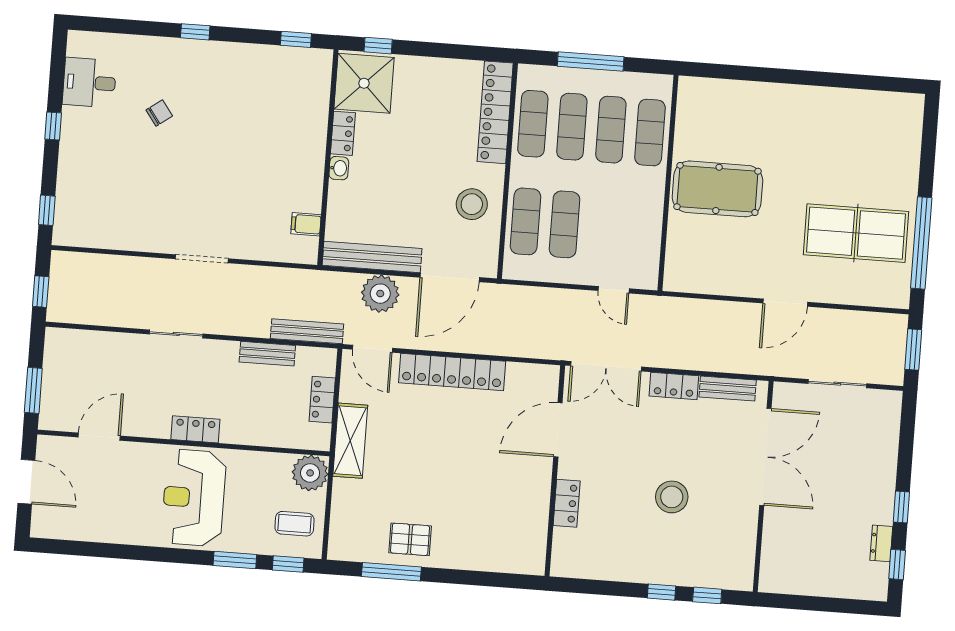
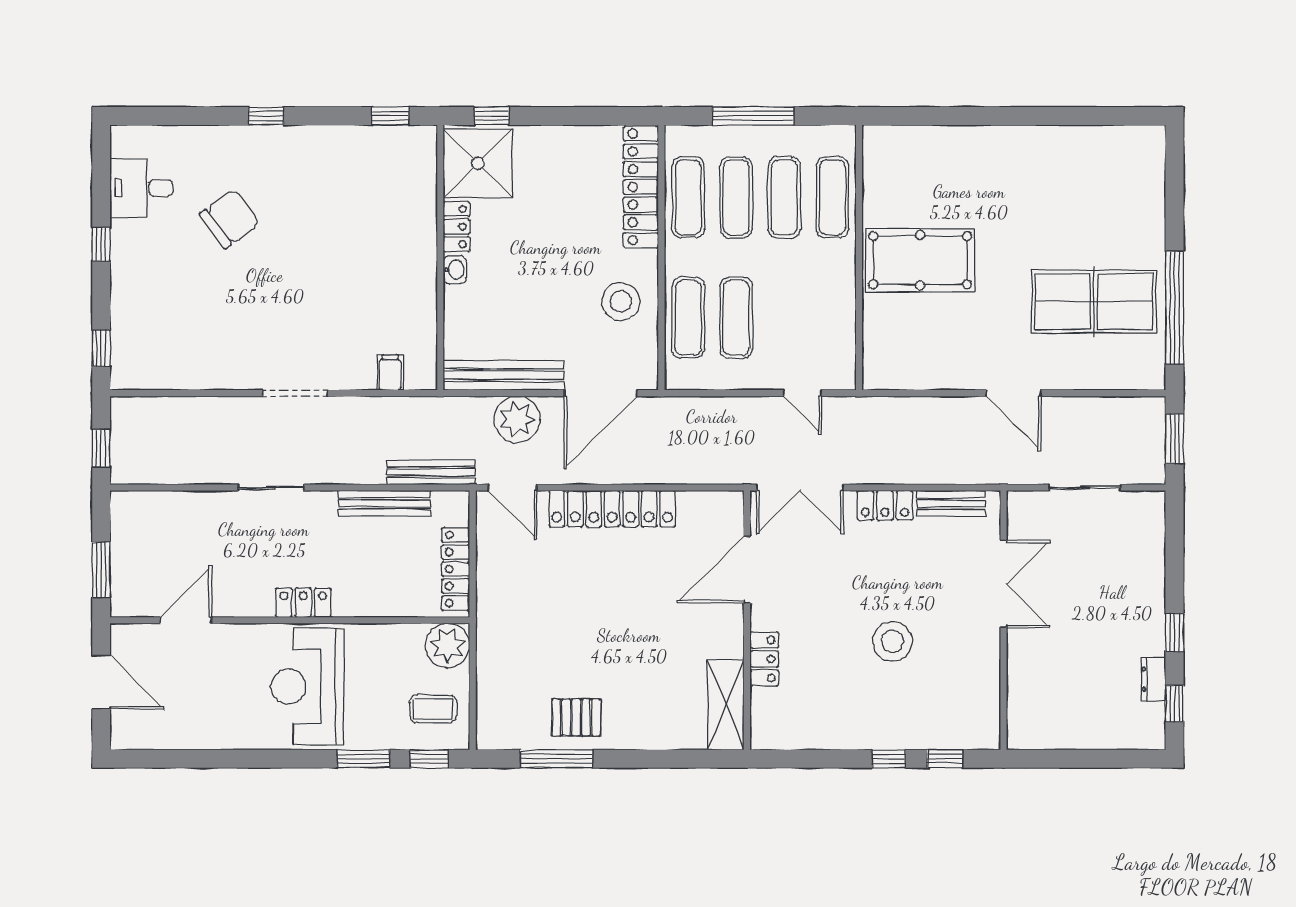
chair: (159, 113) -> (230, 219), width x1.87, depth x1.87
filing cabinet: (306, 224) -> (390, 373), moved, turned 90
door: (785, 303) -> (1014, 393), hinge flipped
bench: (267, 354) -> (384, 503), width x1.36
locker: (322, 400) -> (456, 569), width x1.53
shelving: (350, 441) -> (726, 705), moved
double door: (765, 457) -> (1004, 584), width x0.73

